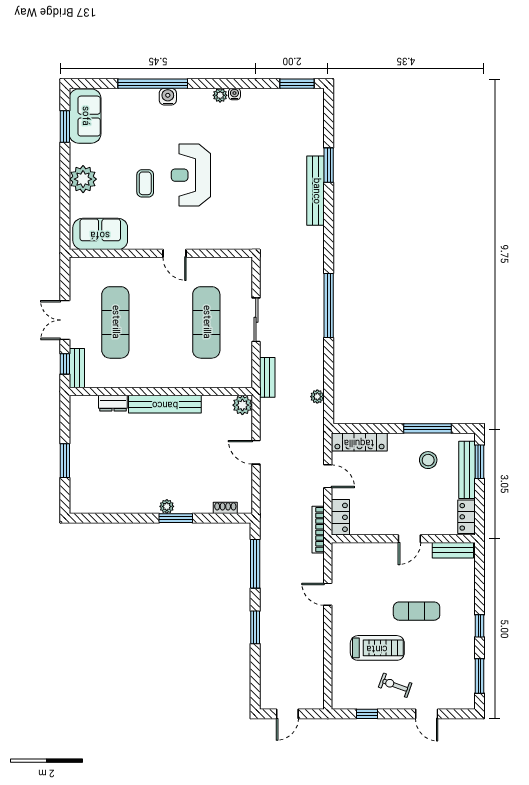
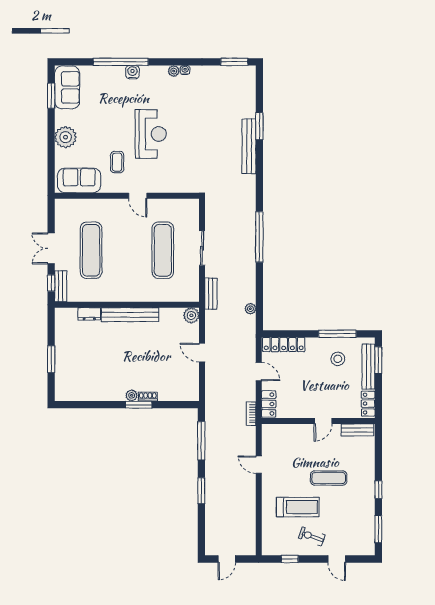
reception desk: (191, 175) -> (151, 134), turned 180
coffee table: (145, 183) -> (117, 162), moved
shoe rack: (225, 508) -> (148, 397), moved
bookcase: (318, 530) -> (251, 414), width x0.64

